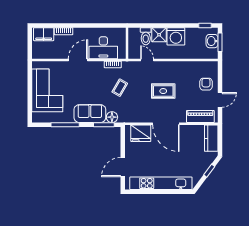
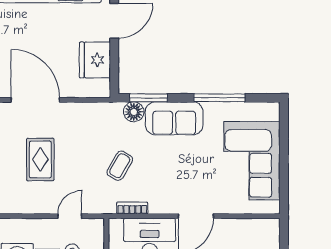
door: (147, 60) -> (70, 216), swing flipped
rug: (163, 91) -> (40, 159), turned 90
fridge: (141, 133) -> (95, 60), moved, turned -90

